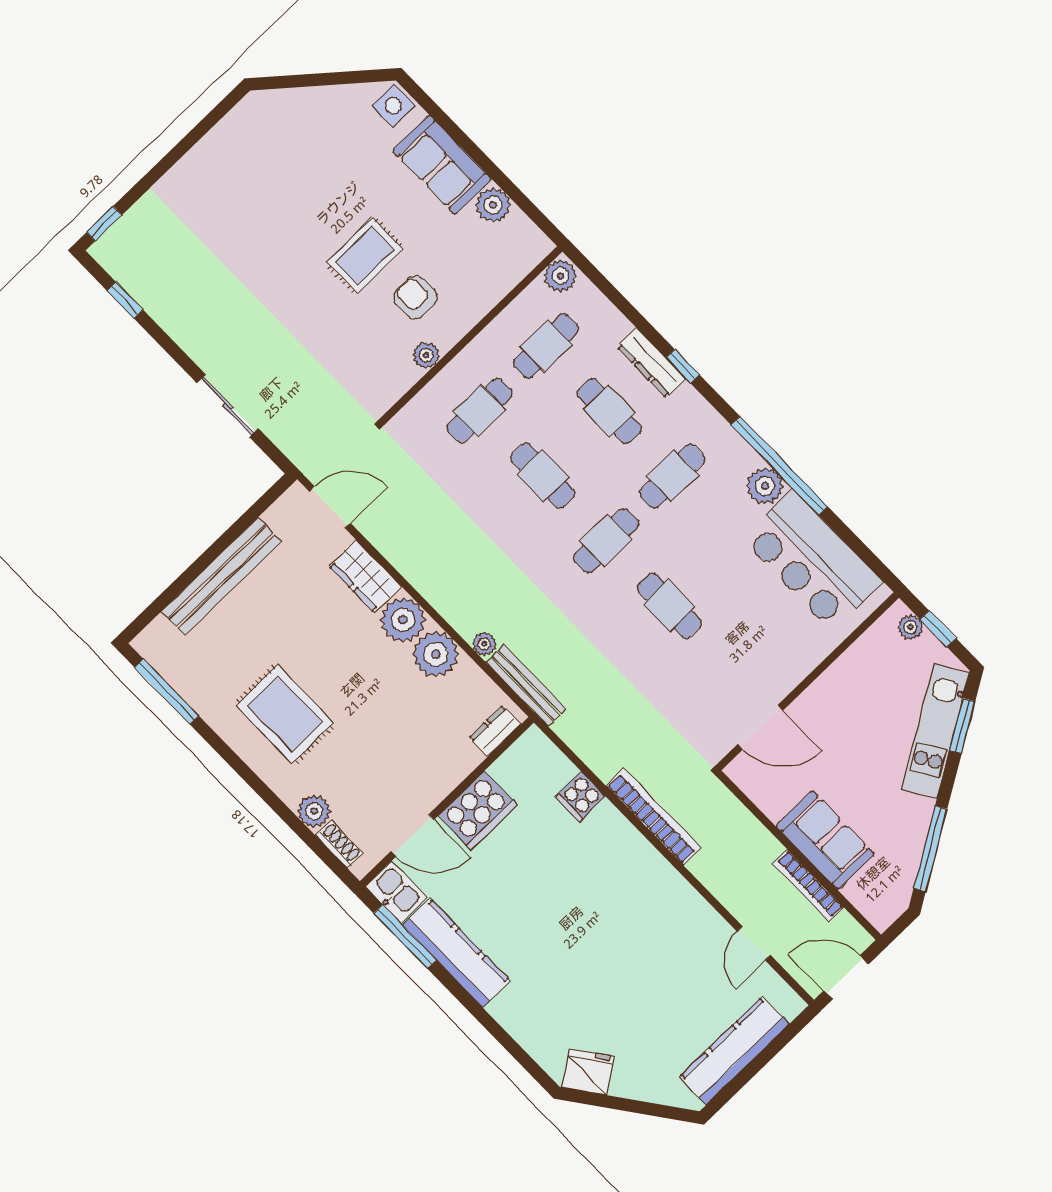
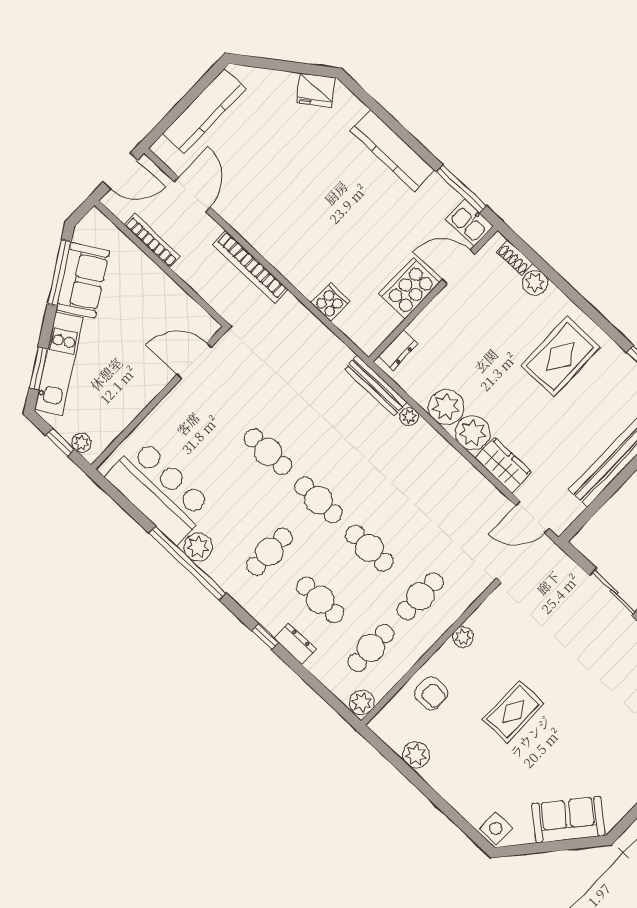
sofa: (442, 165) -> (568, 820), moved, turned -50
armchair: (416, 297) -> (431, 693), moved
dresser: (651, 363) -> (295, 644), width x0.70
cafe table: (606, 541) -> (319, 500), turned 90
rug: (285, 714) -> (560, 356), turned 90
bookcase: (654, 817) -> (250, 267), moved
sofa: (825, 840) -> (83, 280), moved, turned -121
door: (754, 943) -> (192, 194), width x1.38
kitchen counter: (456, 953) -> (392, 150), moved

